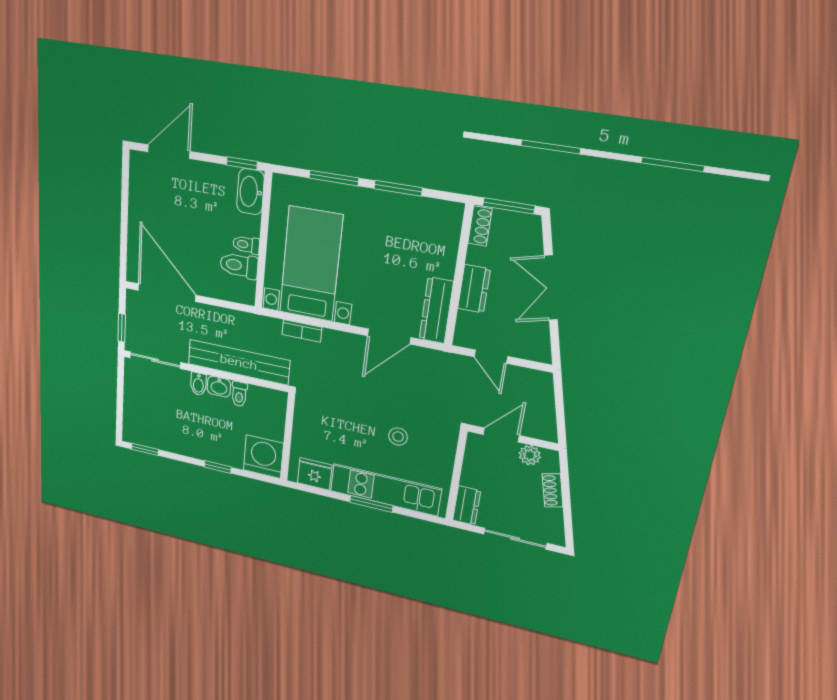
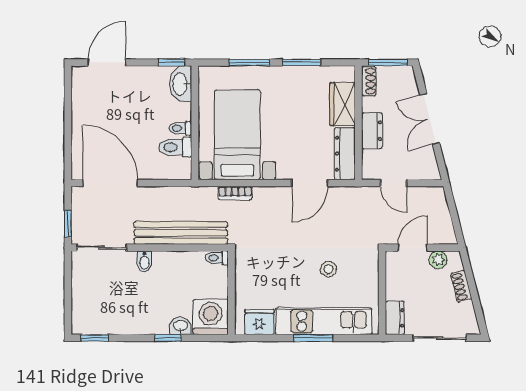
wardrobe: (442, 249) -> (343, 104), added
washbasin: (219, 387) -> (180, 326), moved, turned 180
toilet: (239, 394) -> (217, 258), moved, turned 90

